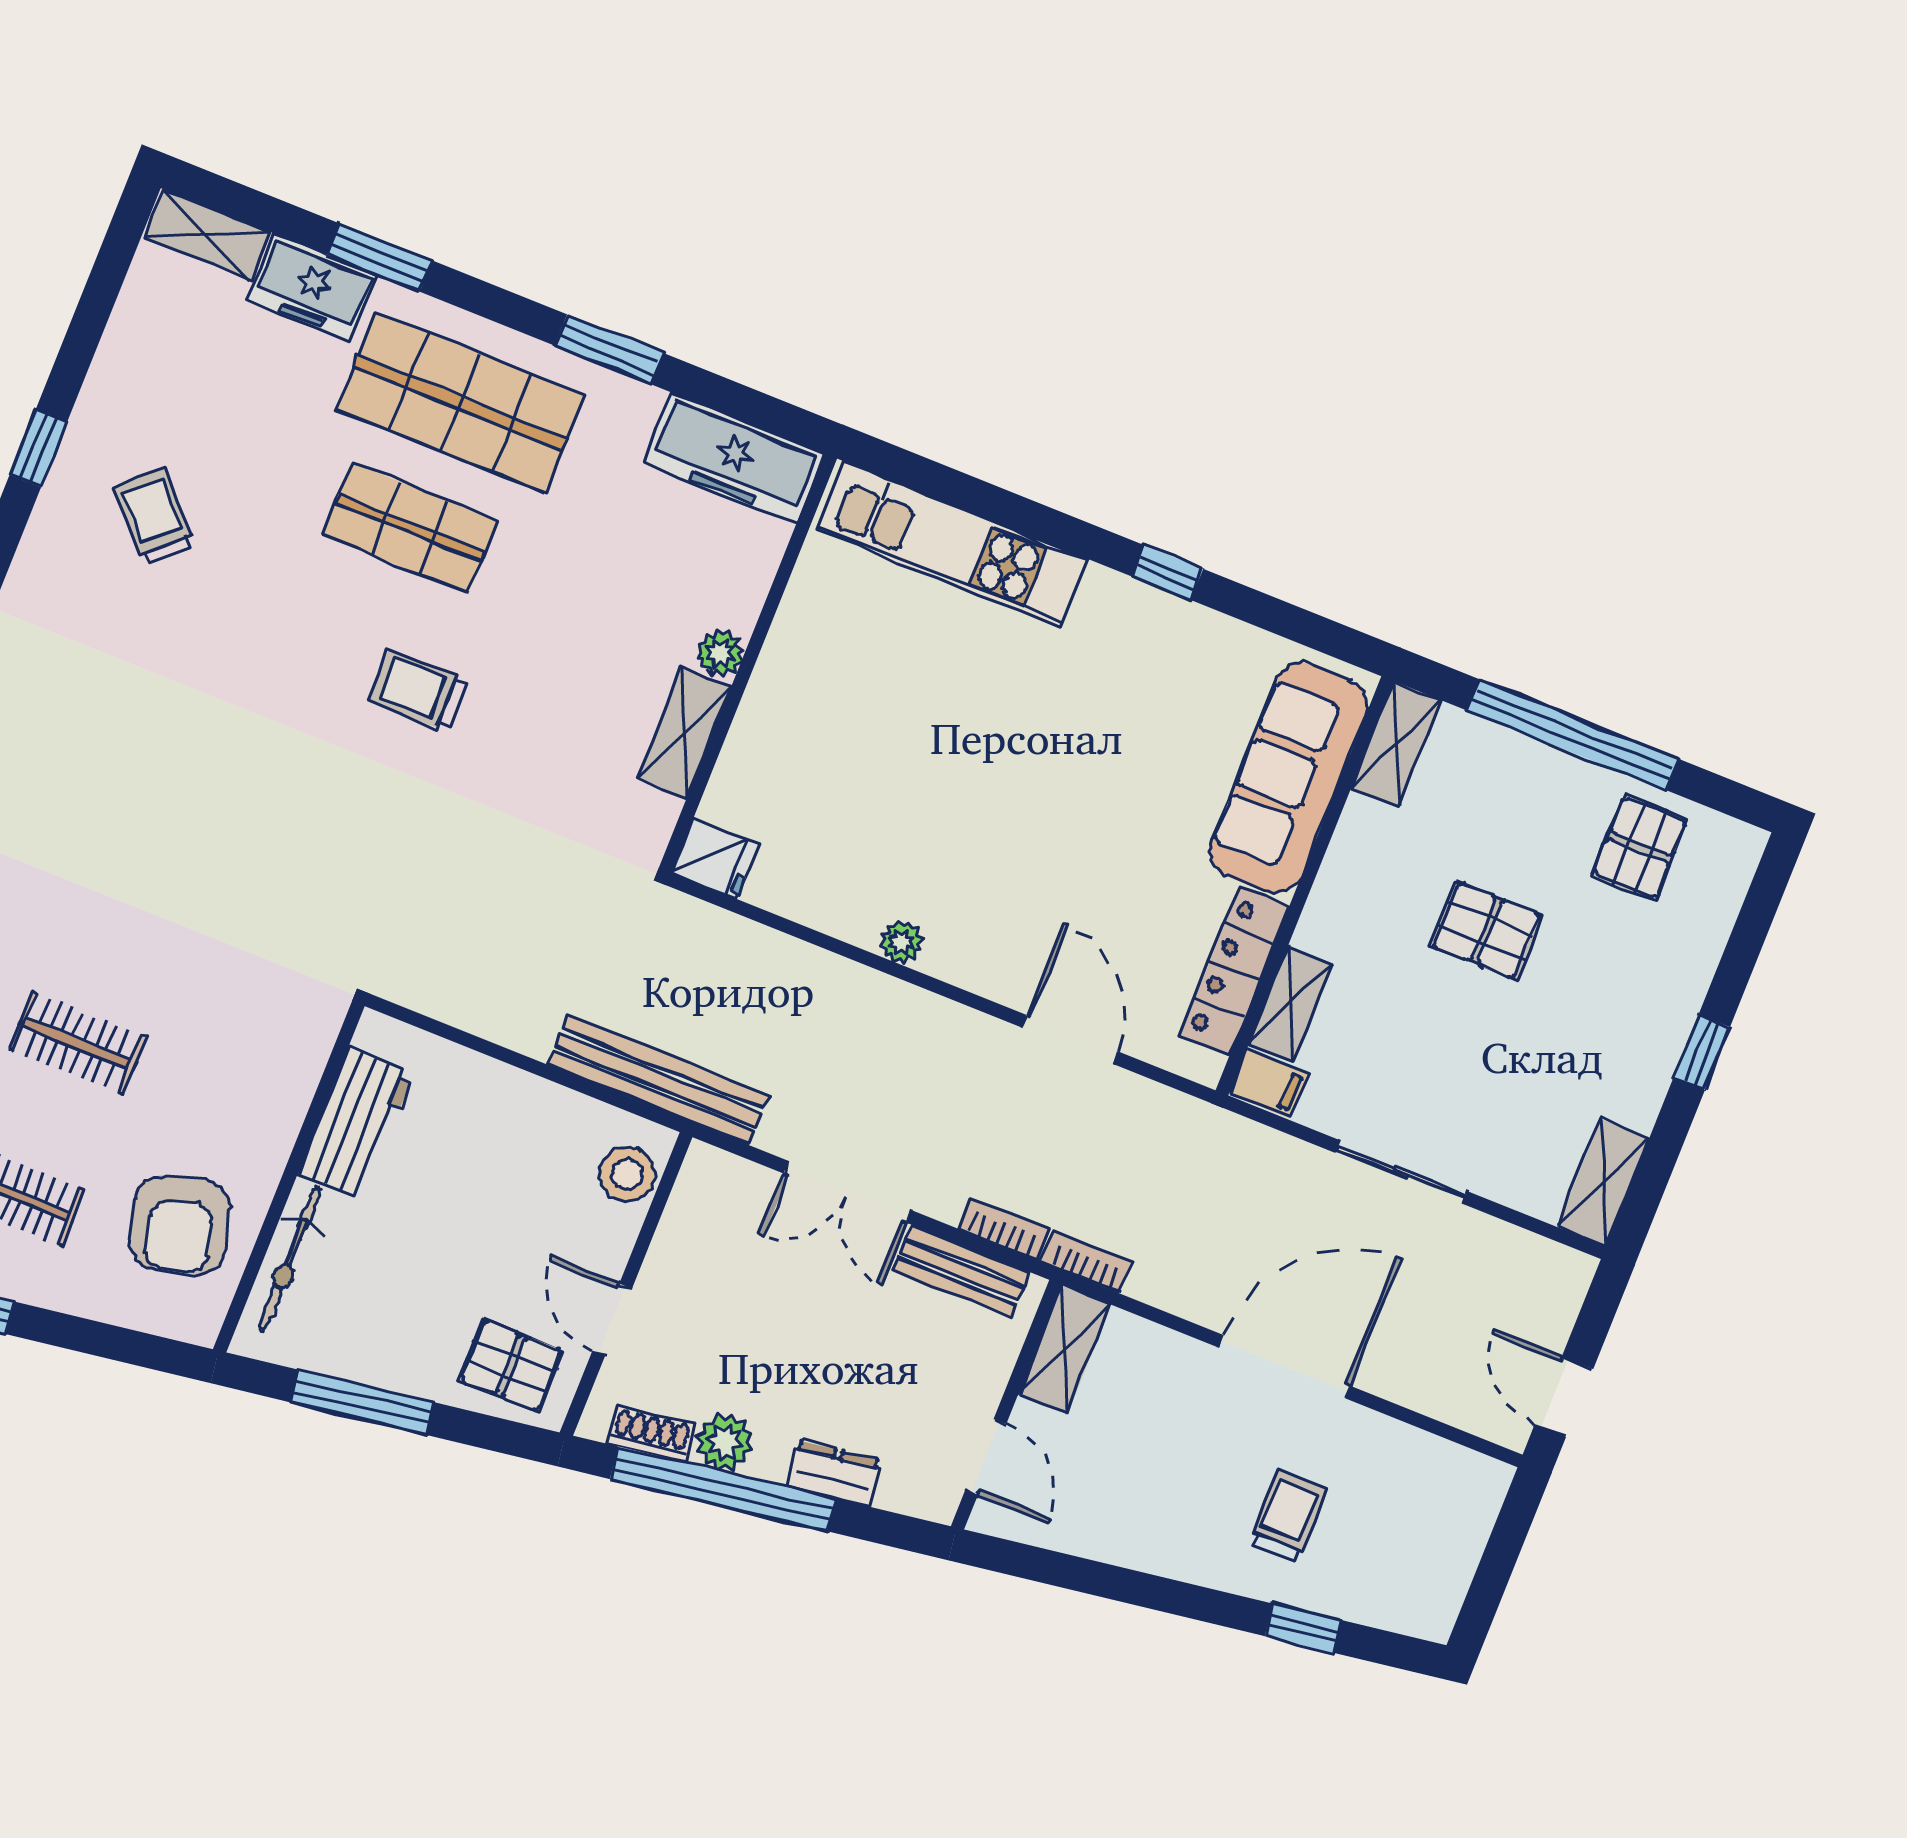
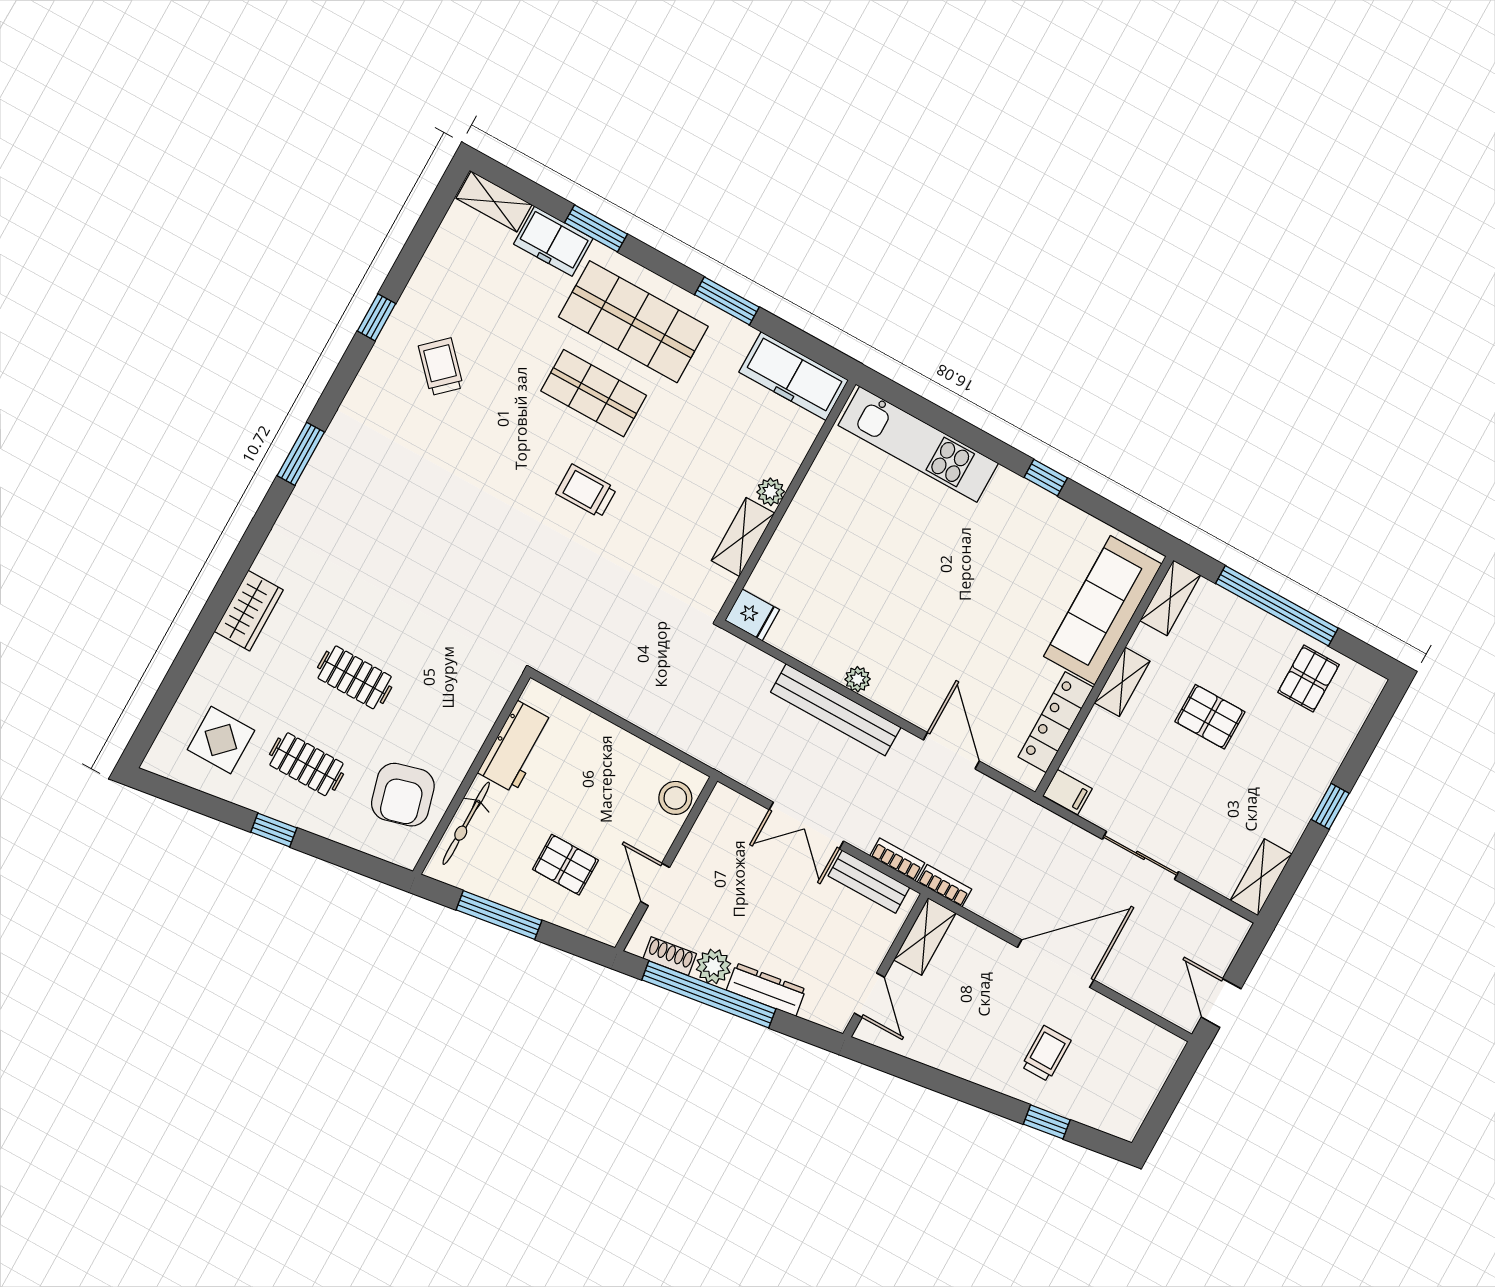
shelving: (1290, 1004) -> (1122, 682), moved
bench: (659, 1080) -> (836, 710), moved
pallet: (511, 1366) -> (565, 865), moved
dresser: (834, 1473) -> (766, 990), width x1.44

